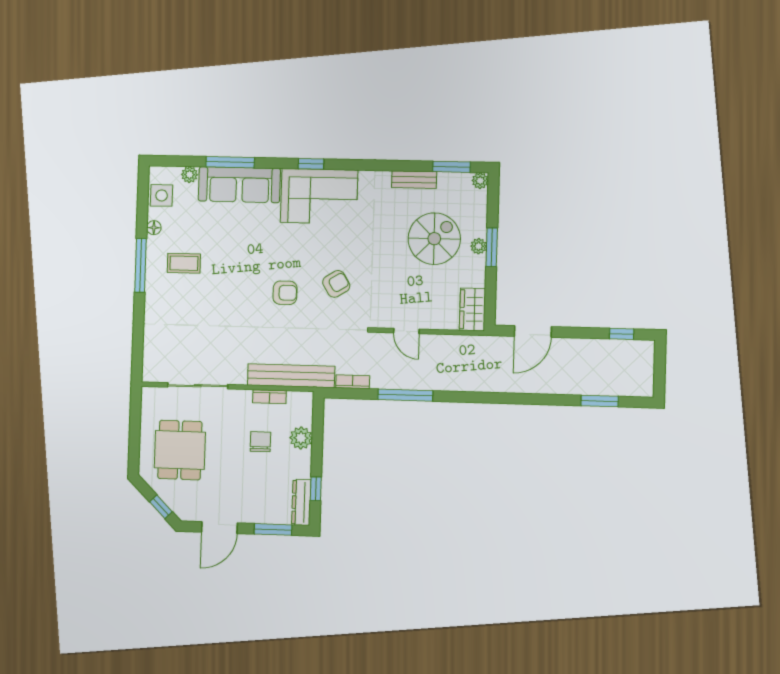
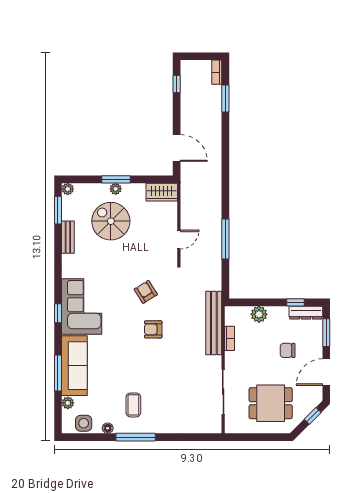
armchair: (285, 293) -> (153, 329), turned -90
bookcase: (353, 382) -> (217, 72), moved
chair: (260, 442) -> (288, 350), moved
door: (219, 528) -> (326, 372), swing flipped

